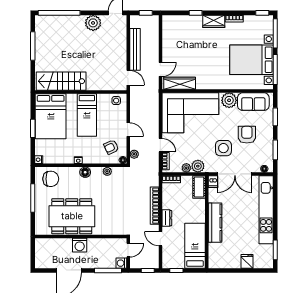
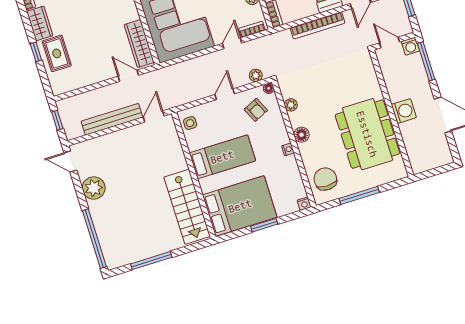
rug: (190, 26) -> (57, 53), added

